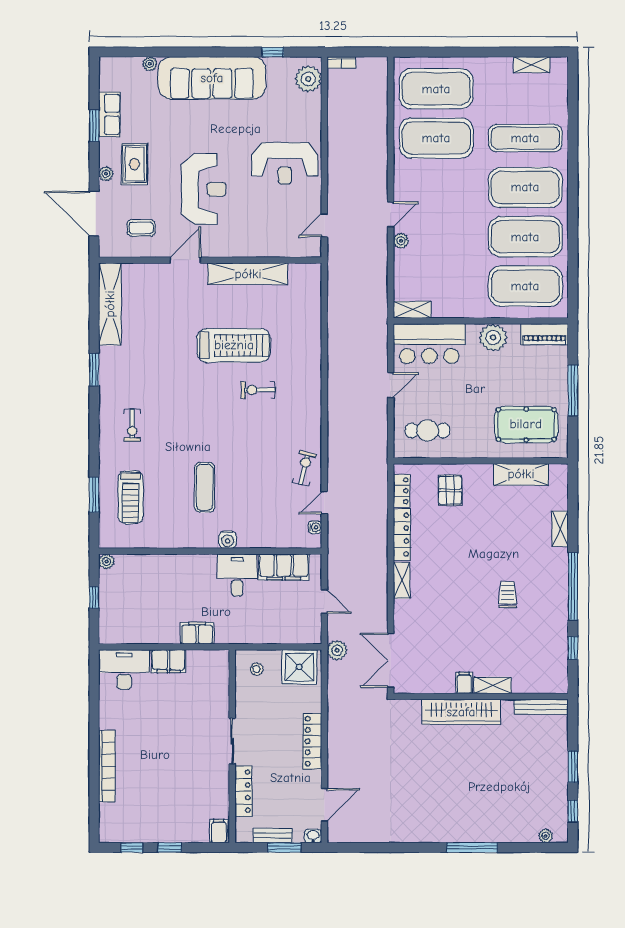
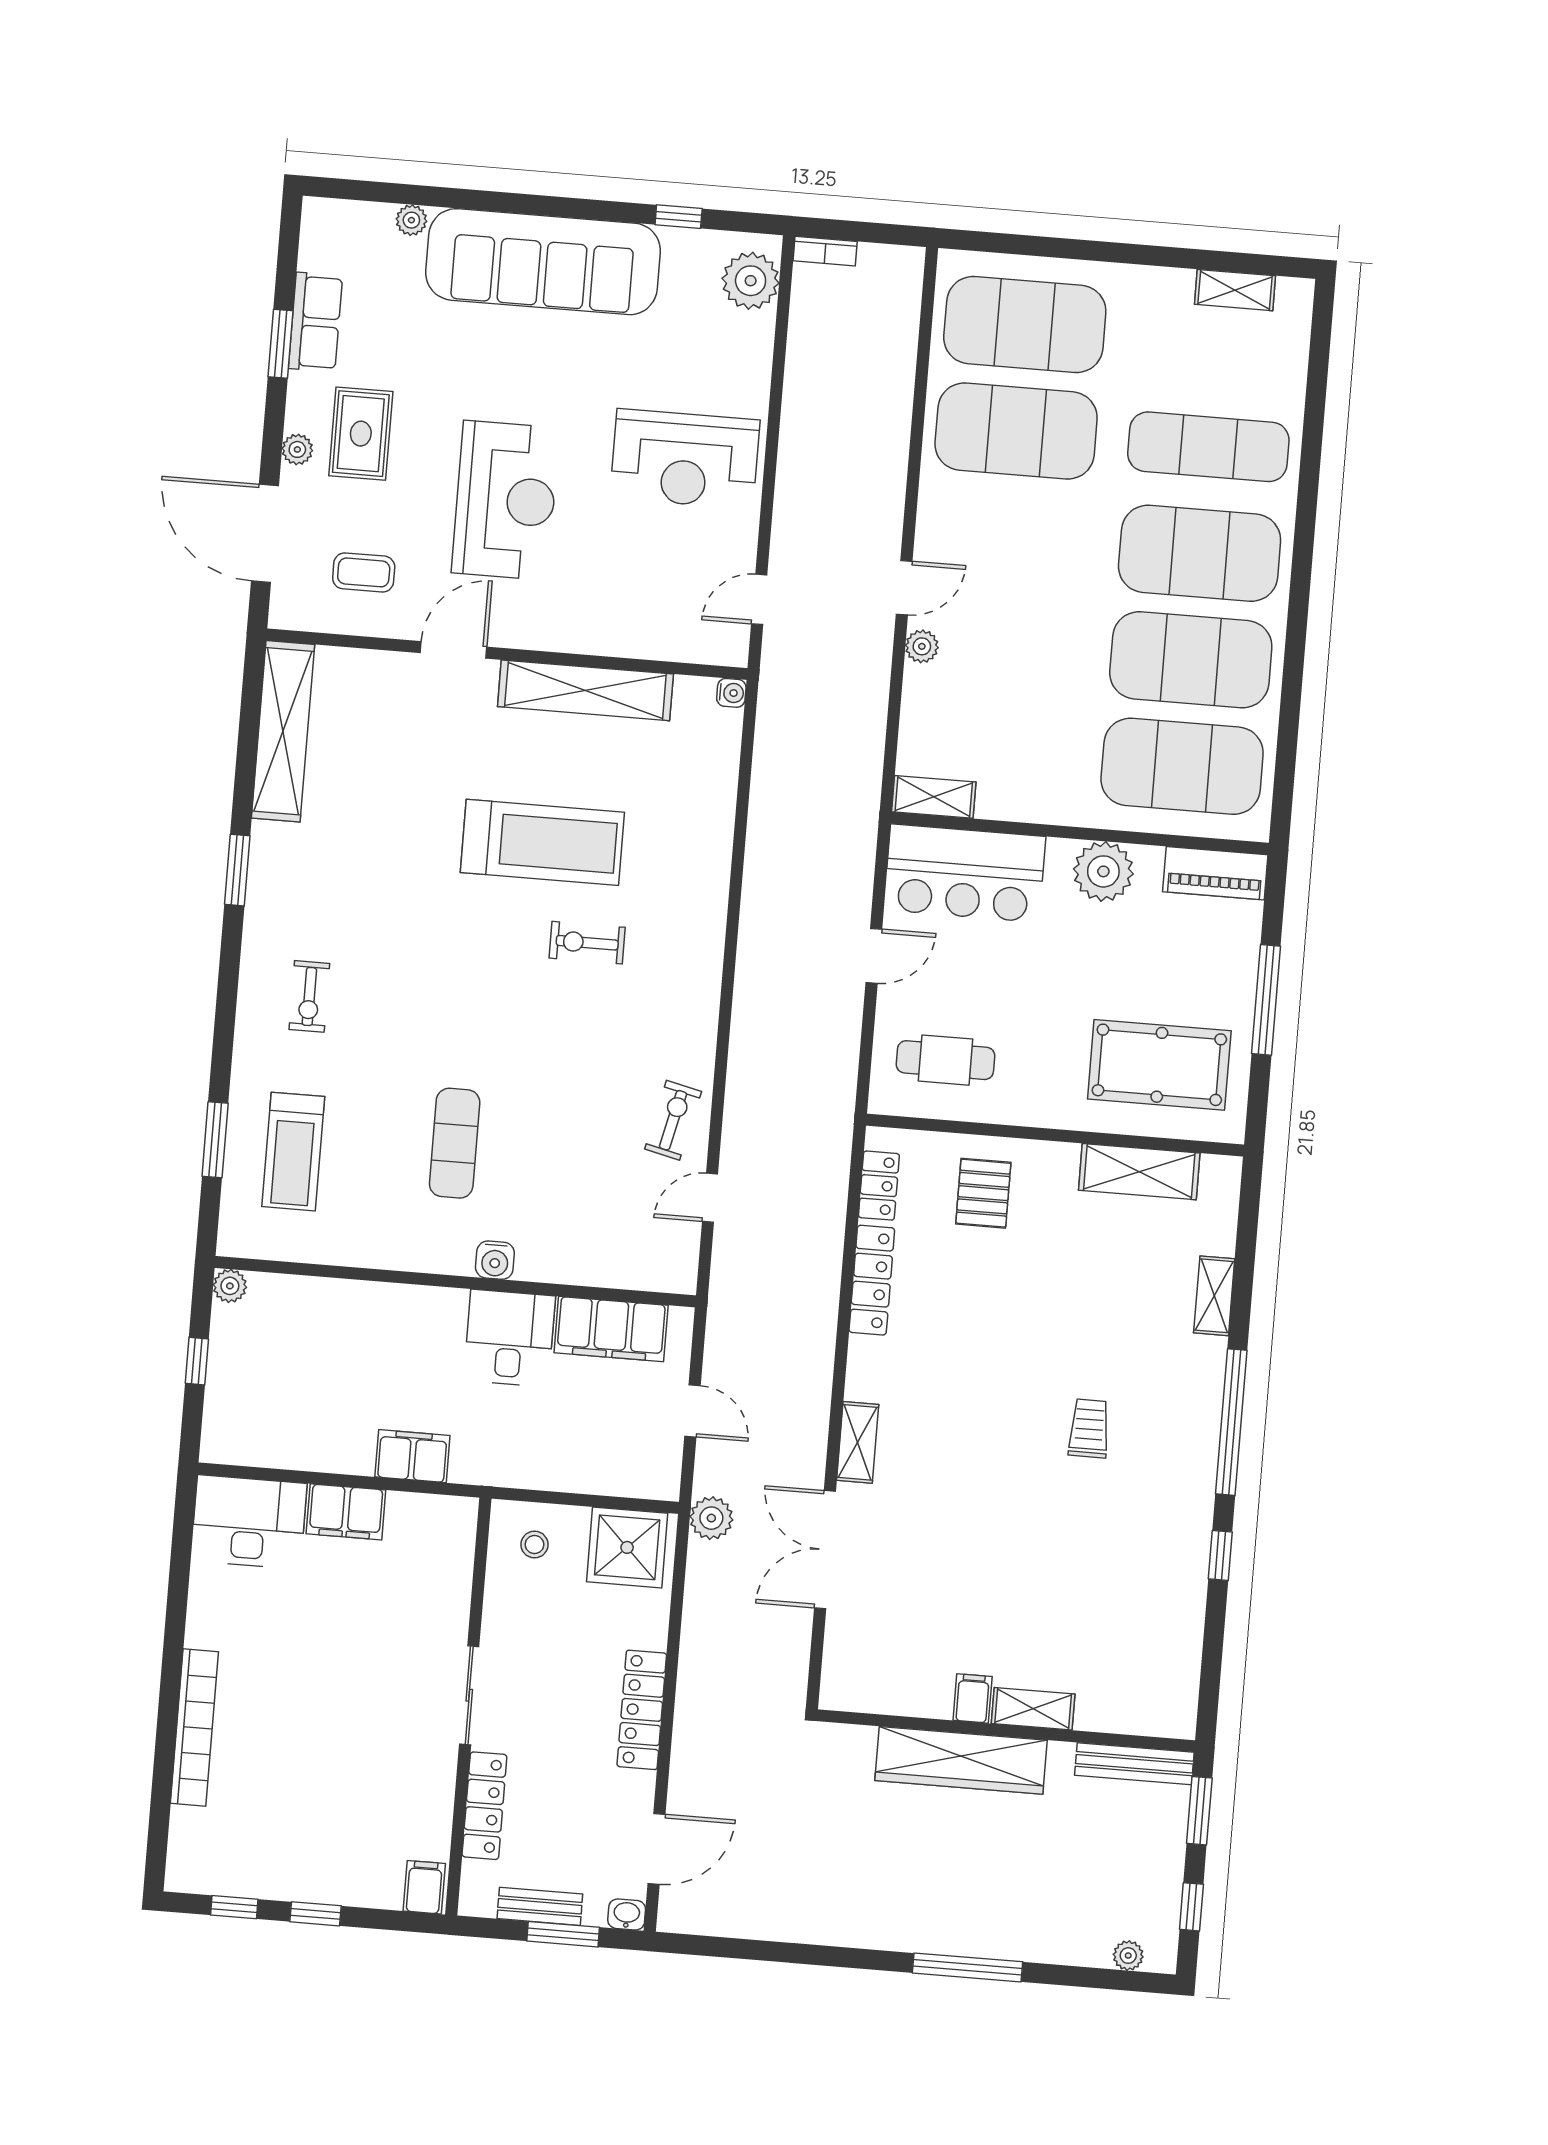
water cooler: (315, 527) -> (731, 693), moved
shelving: (402, 580) -> (858, 1442), moved
filing cabinet: (464, 683) -> (973, 1698), moved
shelving: (492, 685) -> (1033, 1709), moved
wall: (481, 696) -> (1006, 1731), moved
bench: (541, 707) -> (1134, 1764), moved
wardrobe: (461, 712) -> (961, 1760), moved

